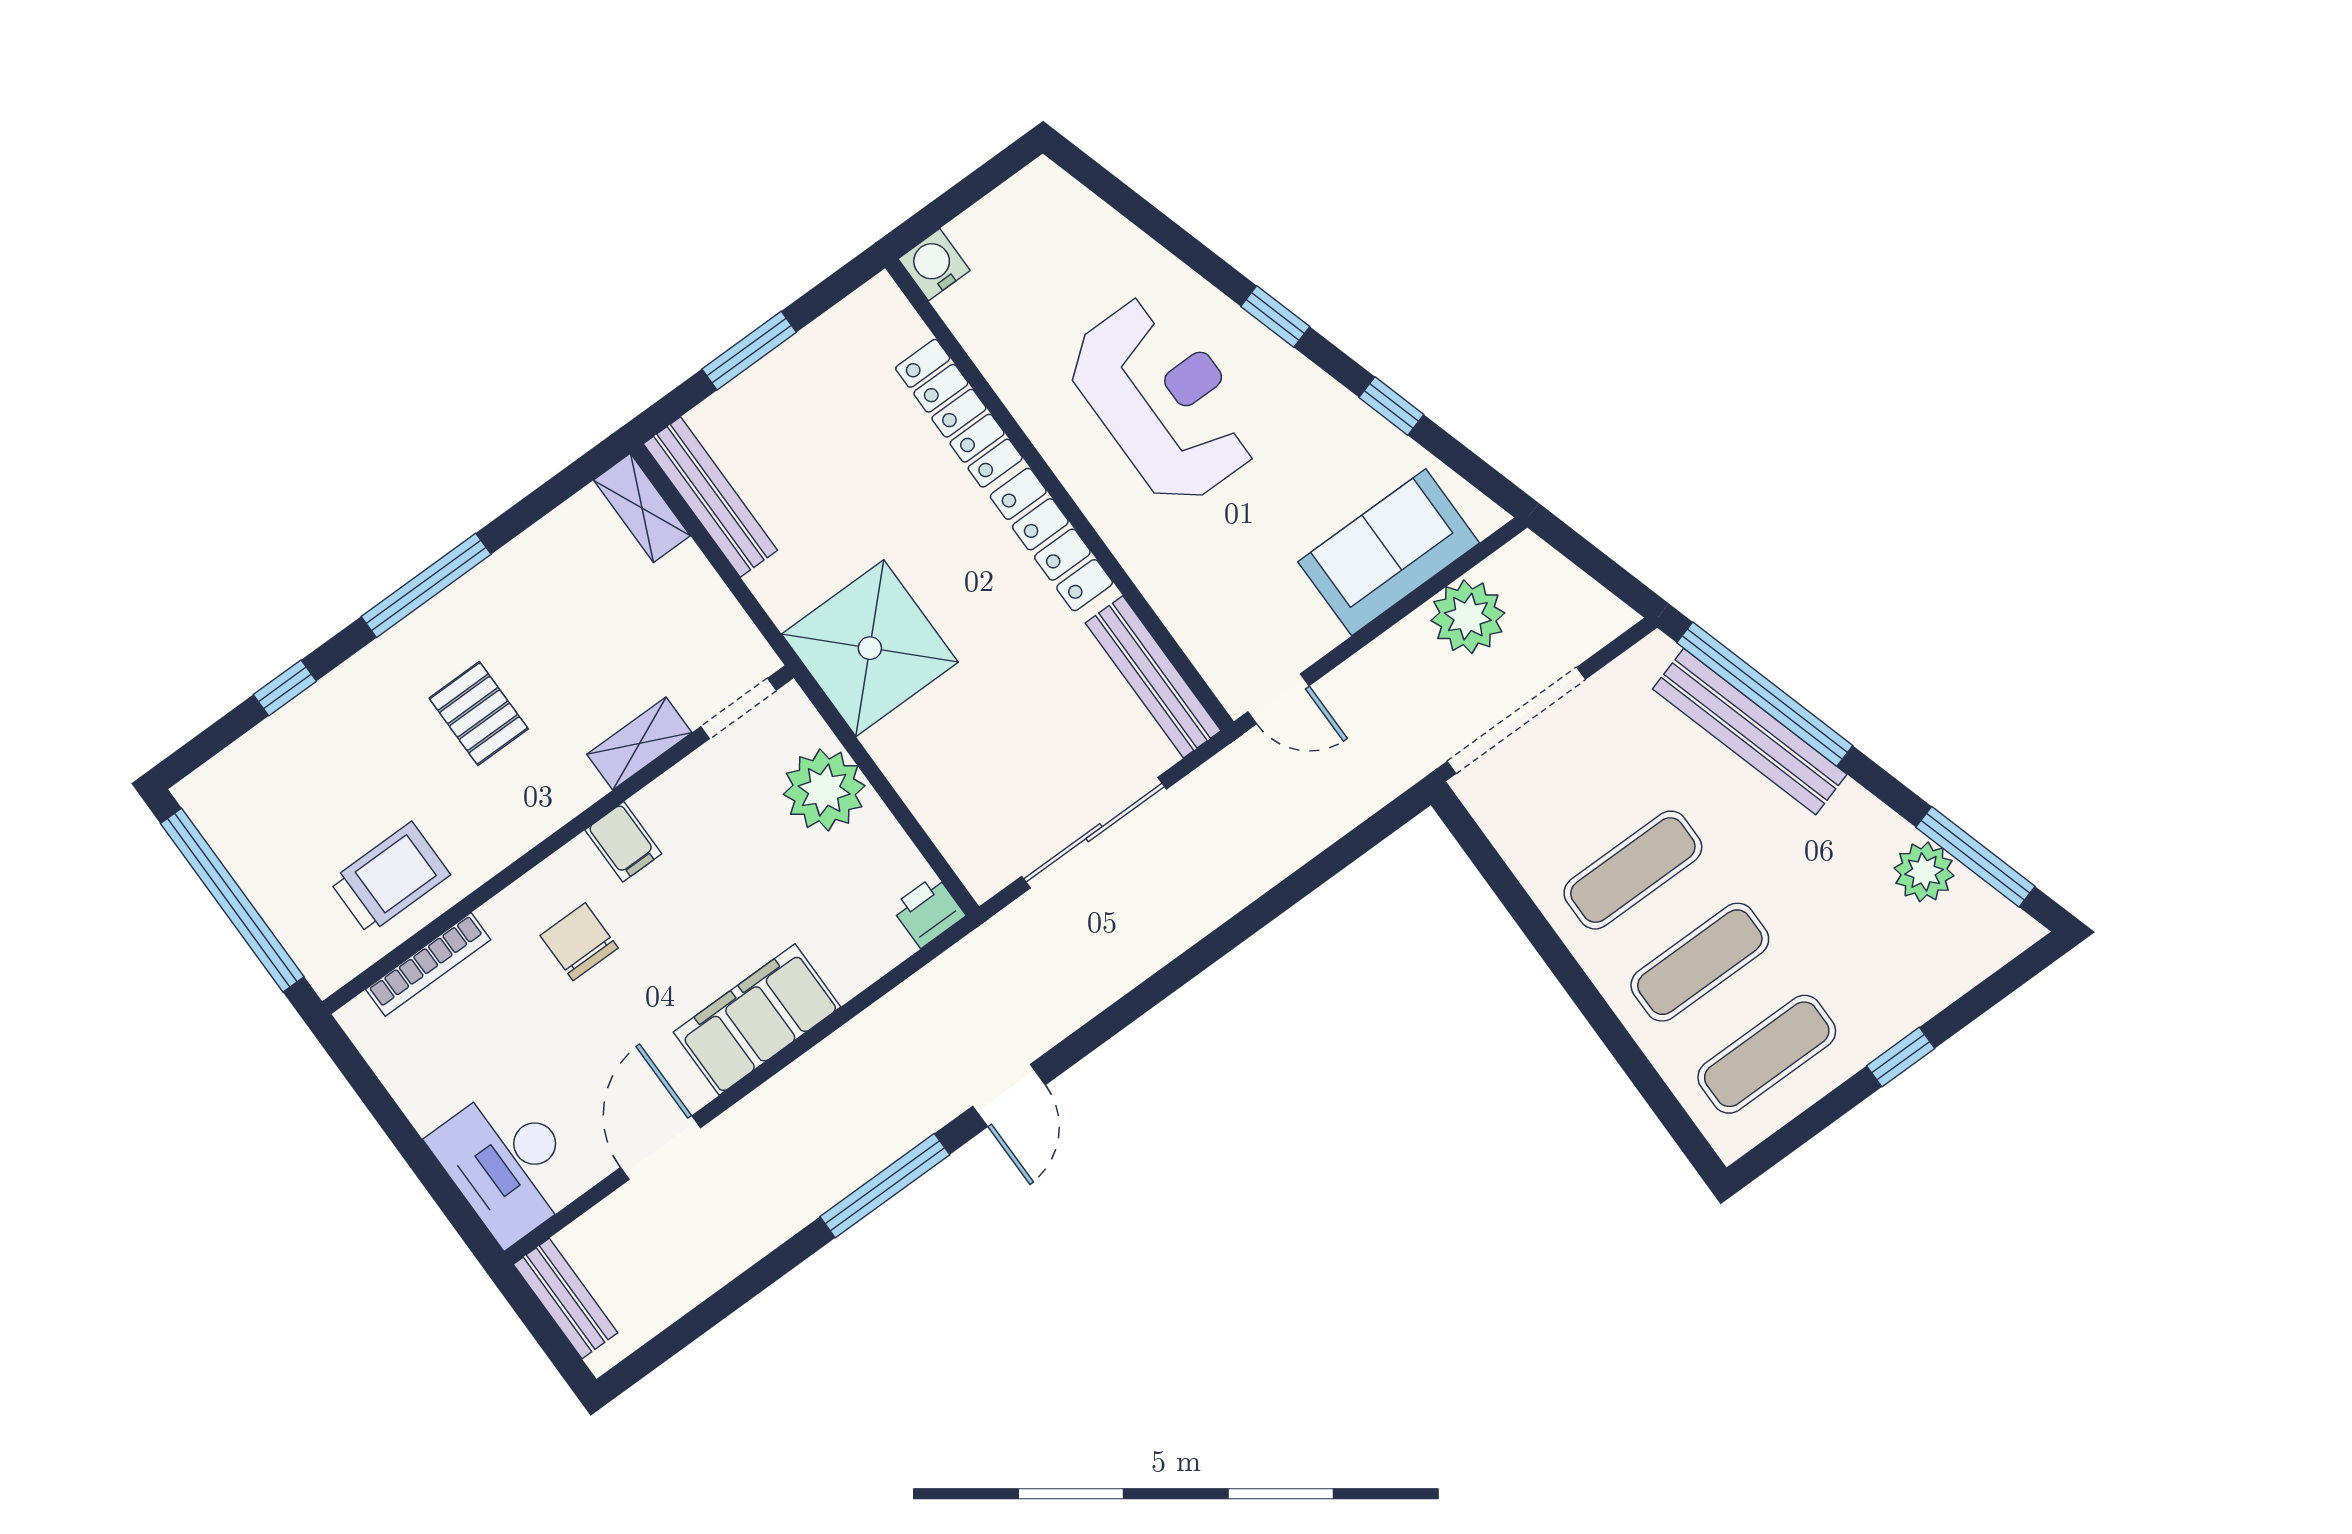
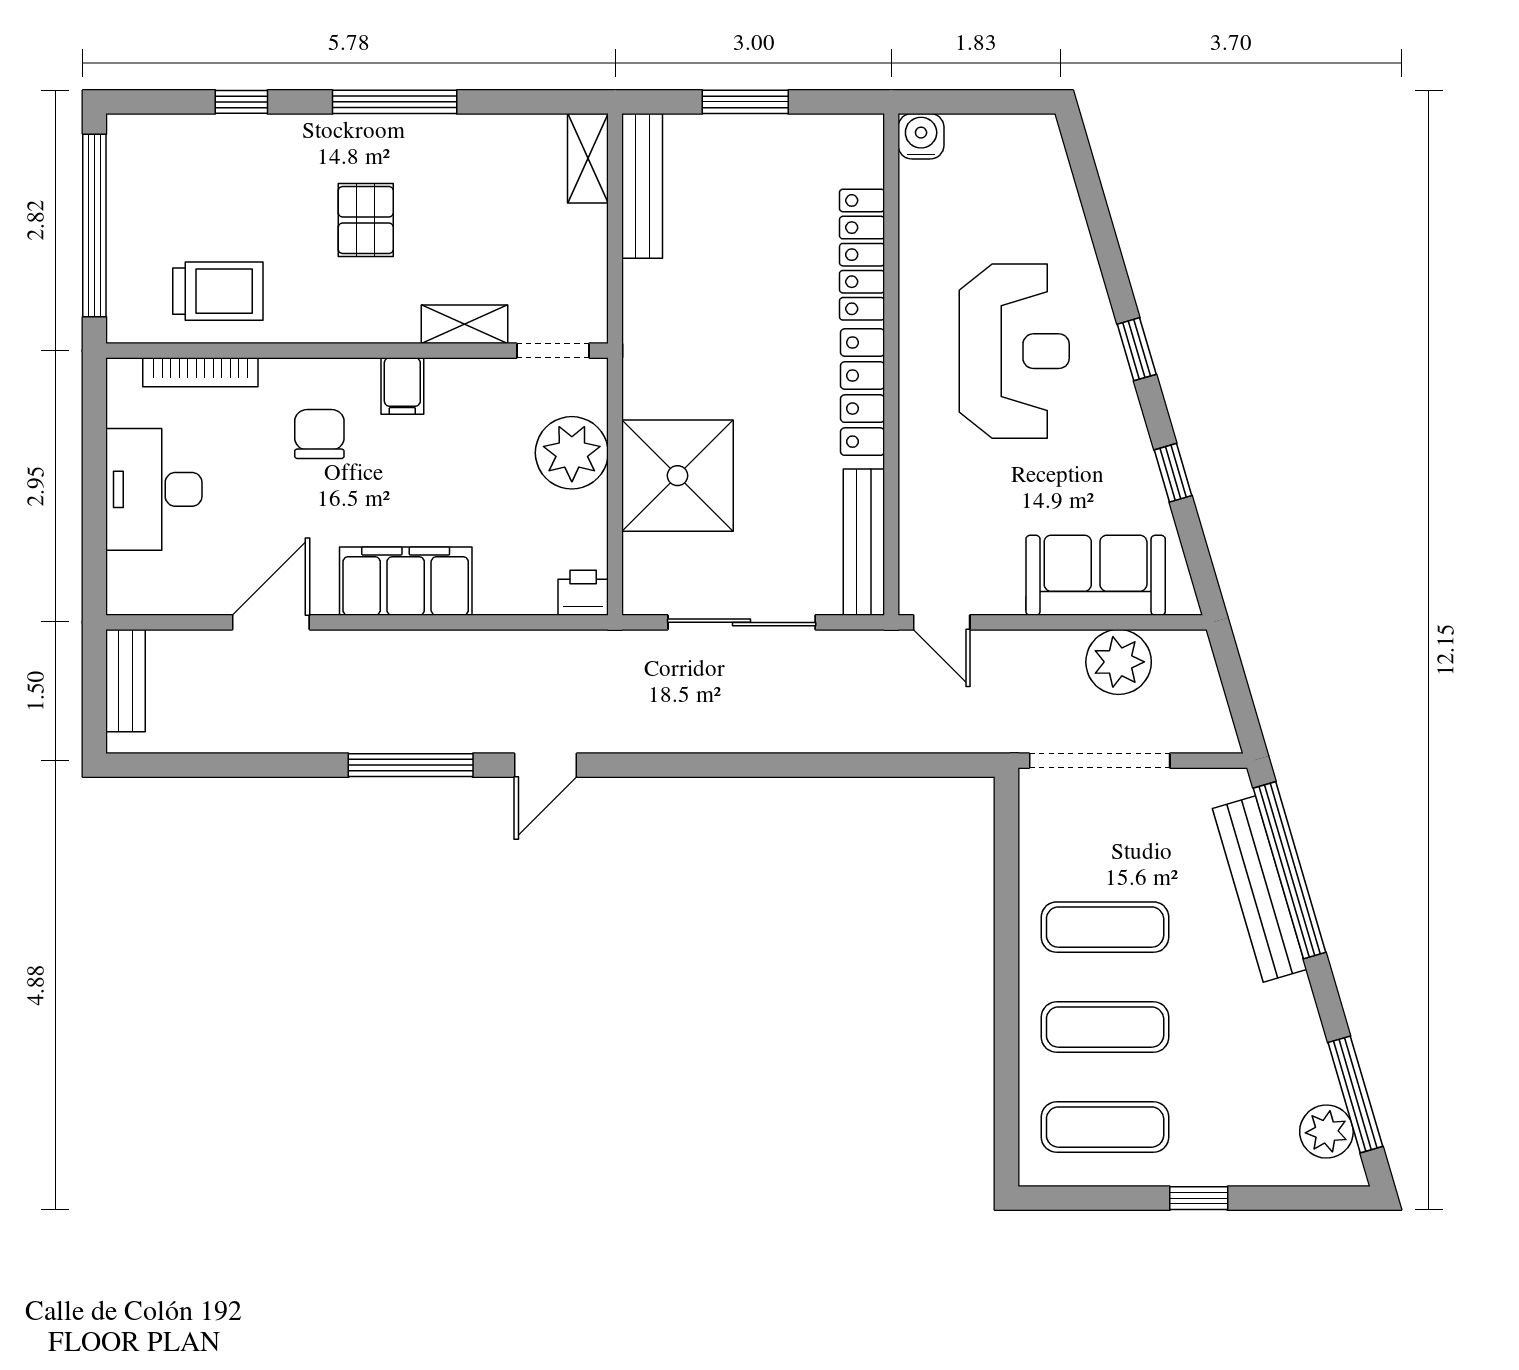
shower: (870, 648) -> (678, 476), moved
plant: (1924, 872) -> (1326, 1132), moved
desk: (507, 1163) -> (154, 489), moved

